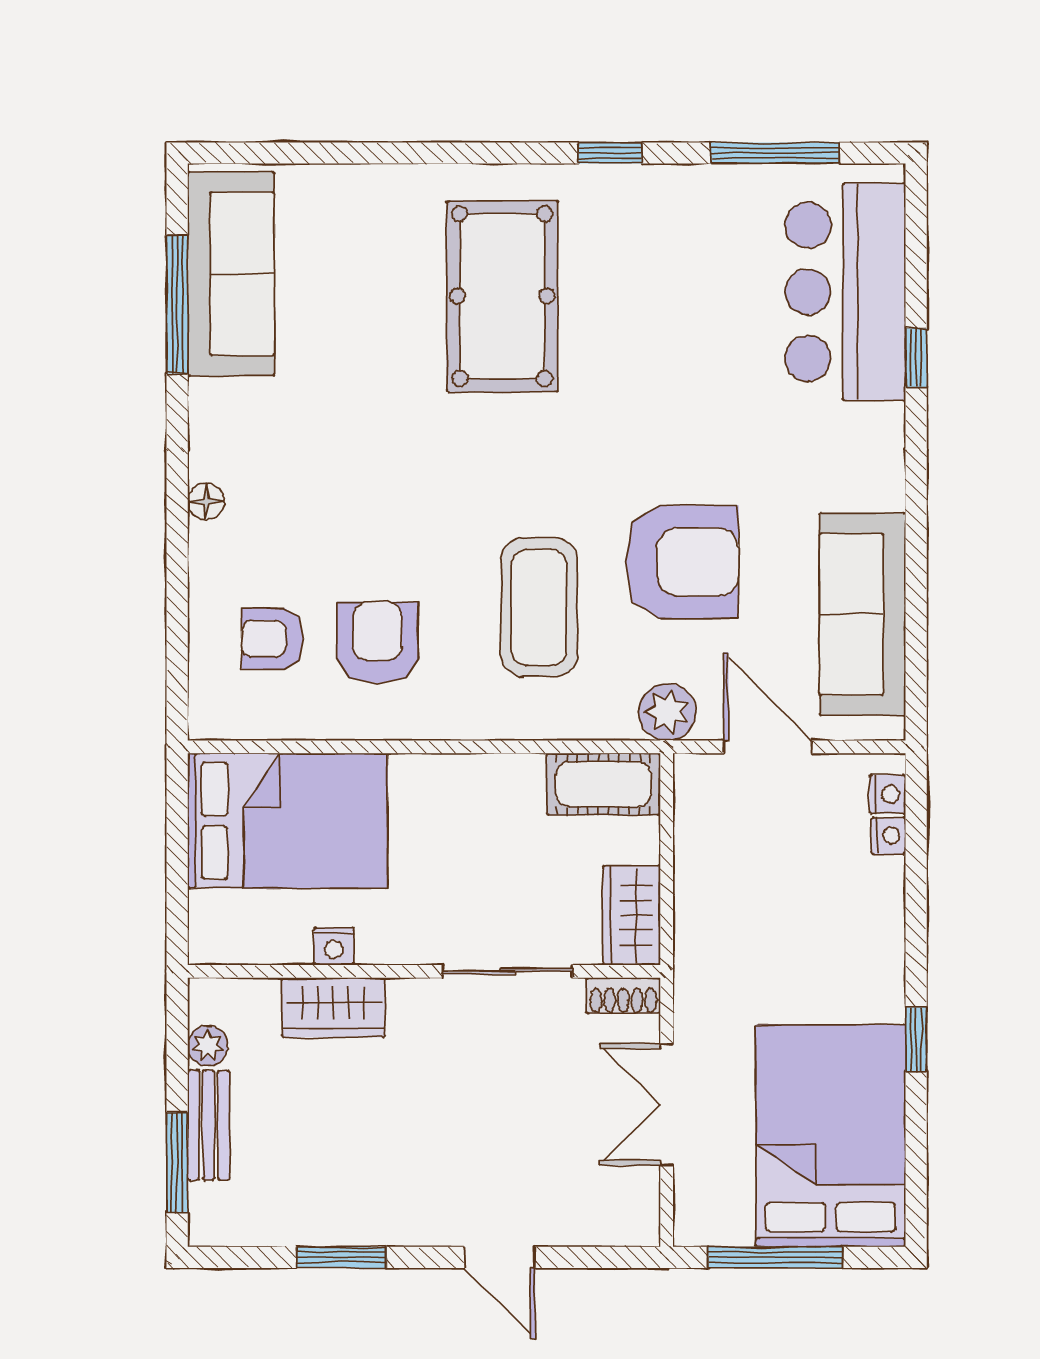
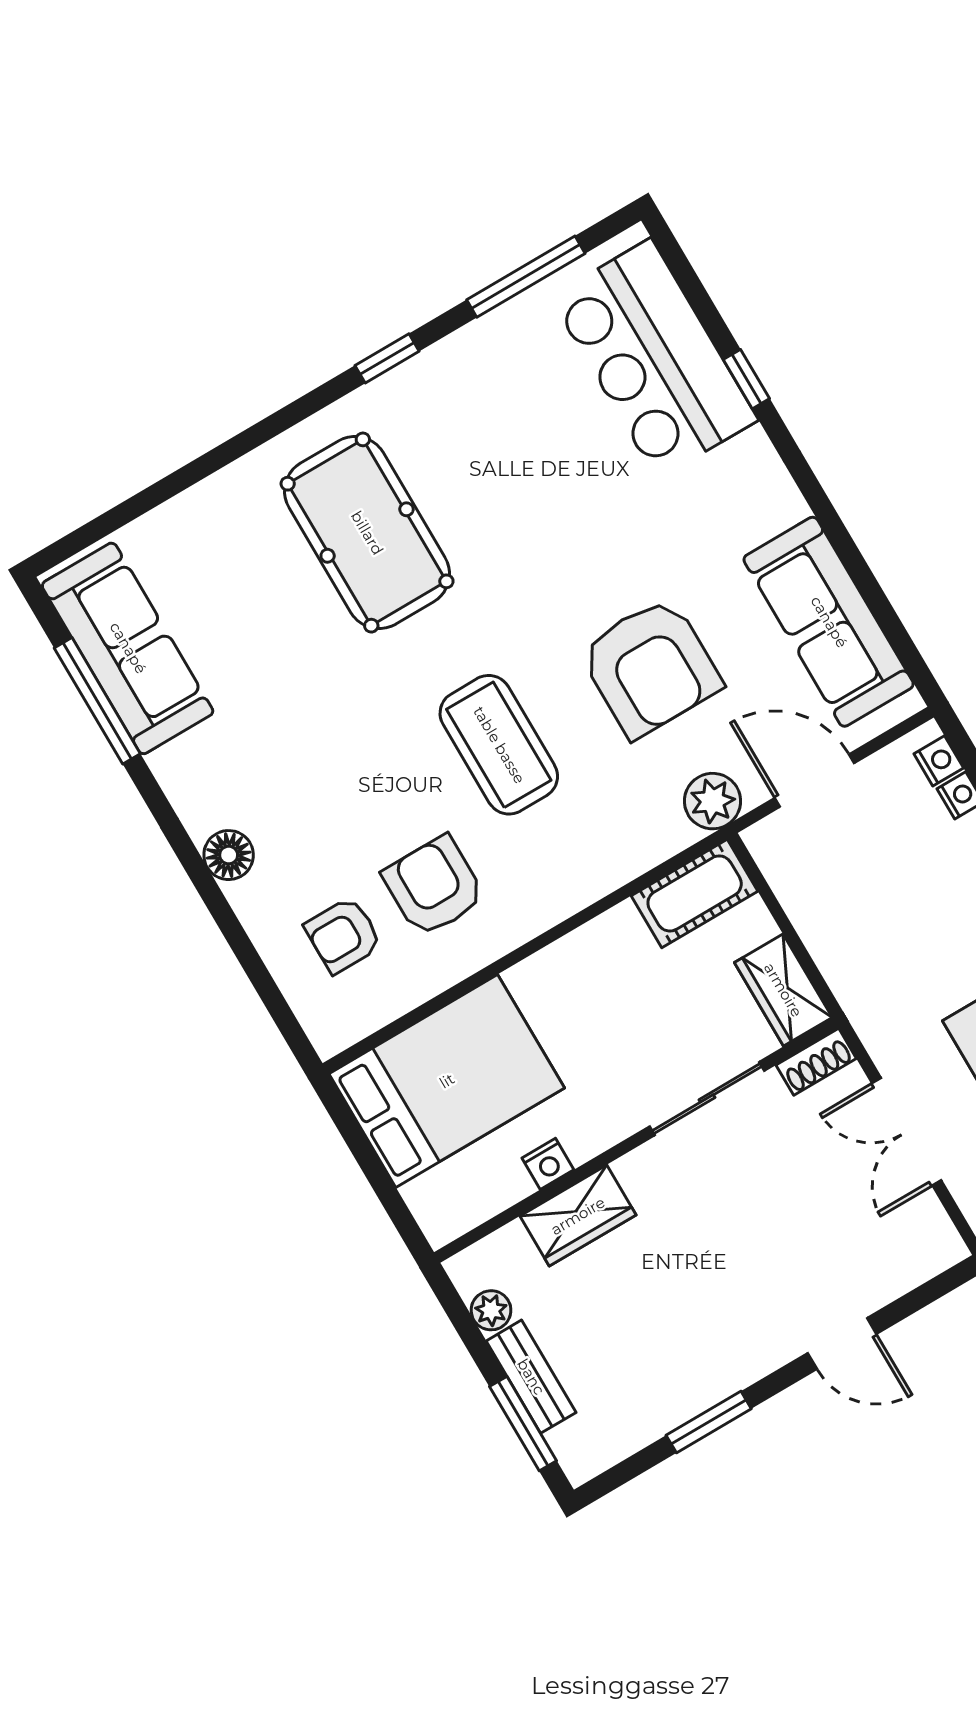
floor lamp: (206, 502) -> (229, 855), width x1.37, depth x1.37
armchair: (682, 562) -> (650, 667), turned 90
coffee table: (539, 607) -> (499, 745), moved

